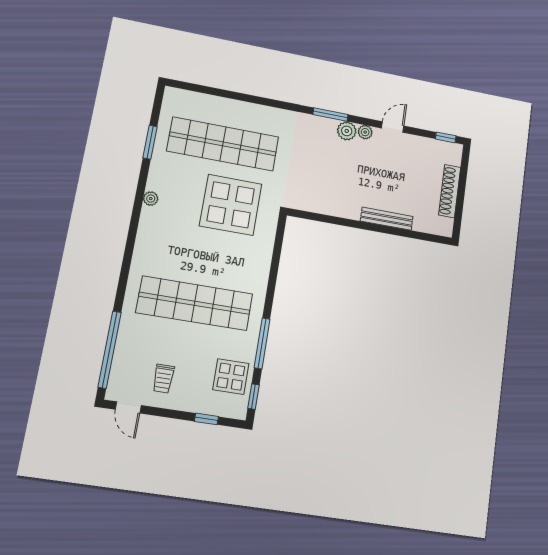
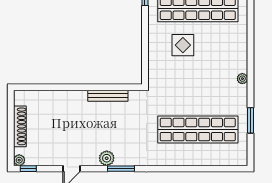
plant: (365, 132) -> (19, 160), moved
display table: (231, 205) -> (183, 45), moved, width x0.54, depth x0.54
bench: (387, 219) -> (108, 96), moved

